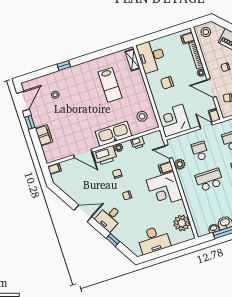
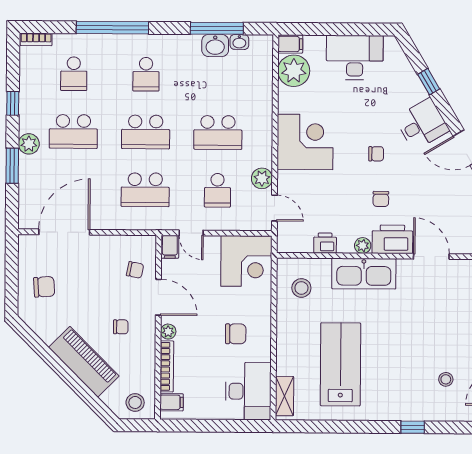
lab bench: (110, 85) -> (340, 364), width x1.36, depth x1.39
filing cabinet: (166, 168) -> (290, 44), moved

